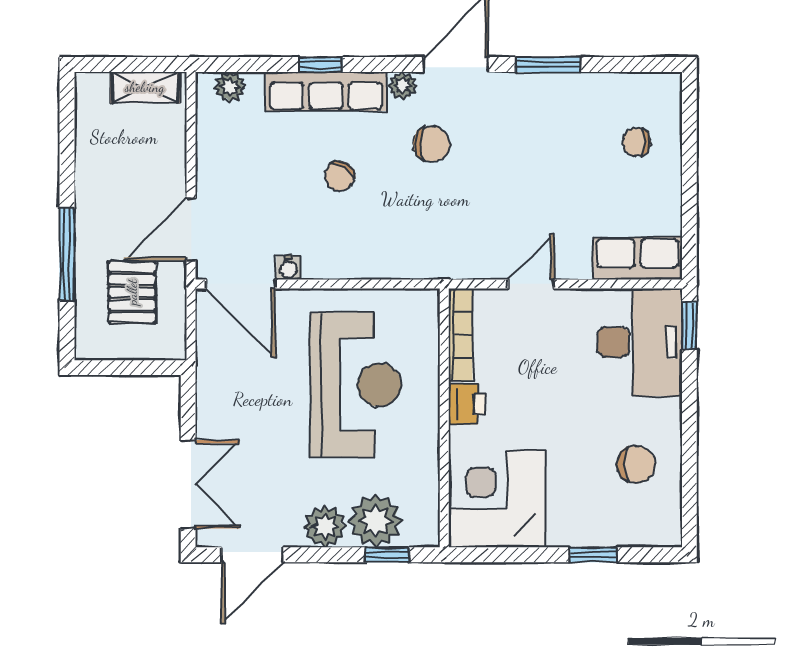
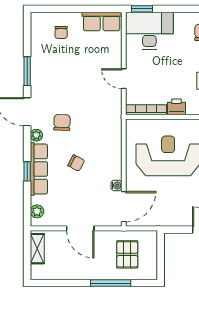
door: (191, 229) -> (80, 228), moved
row of seats: (638, 258) -> (102, 22), moved, turned -90
pallet: (132, 292) -> (127, 254), turned 90

